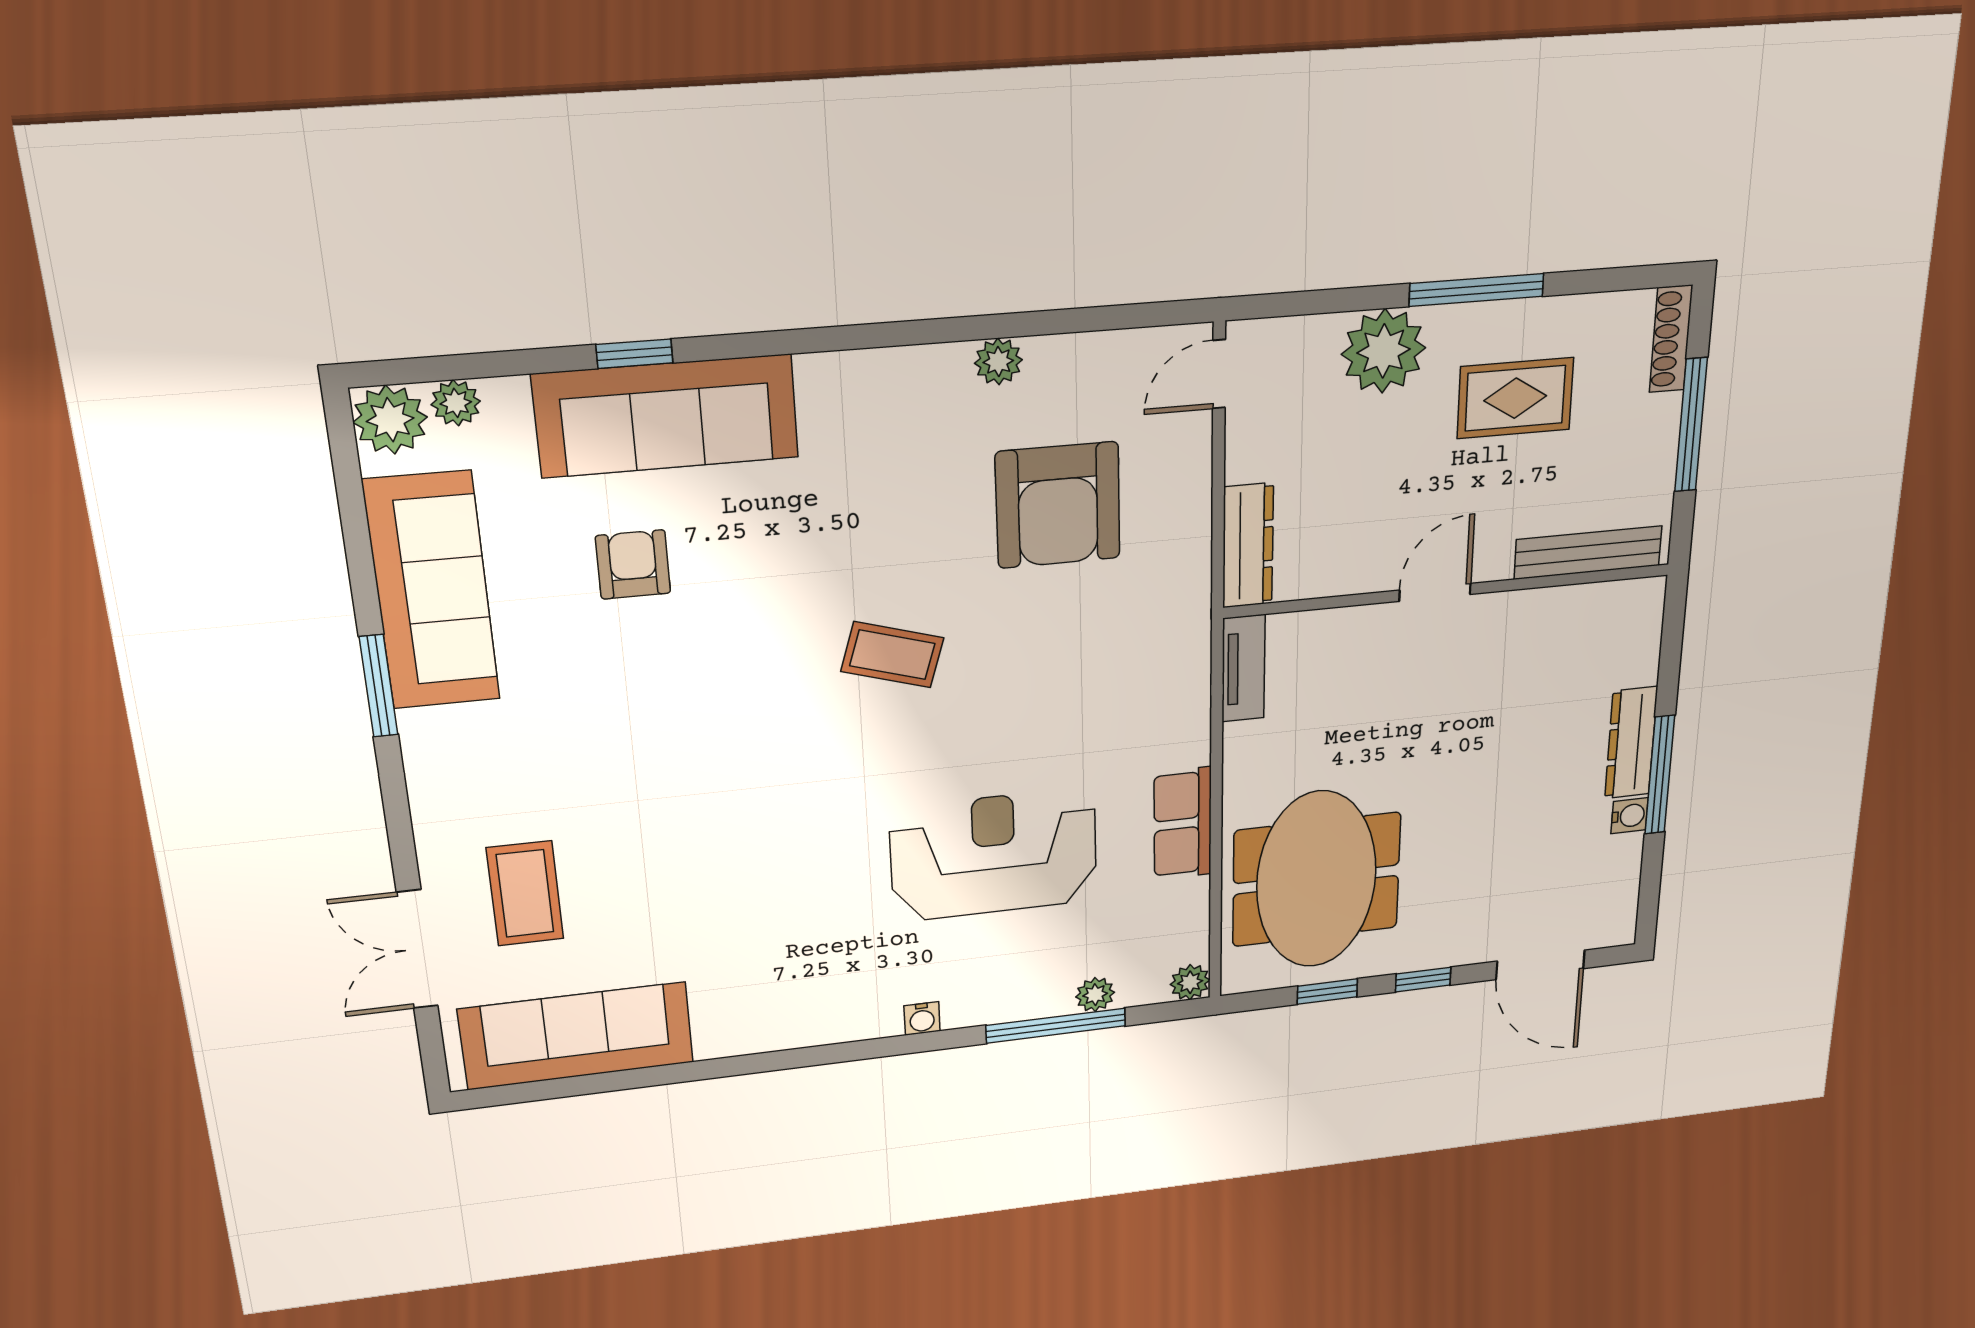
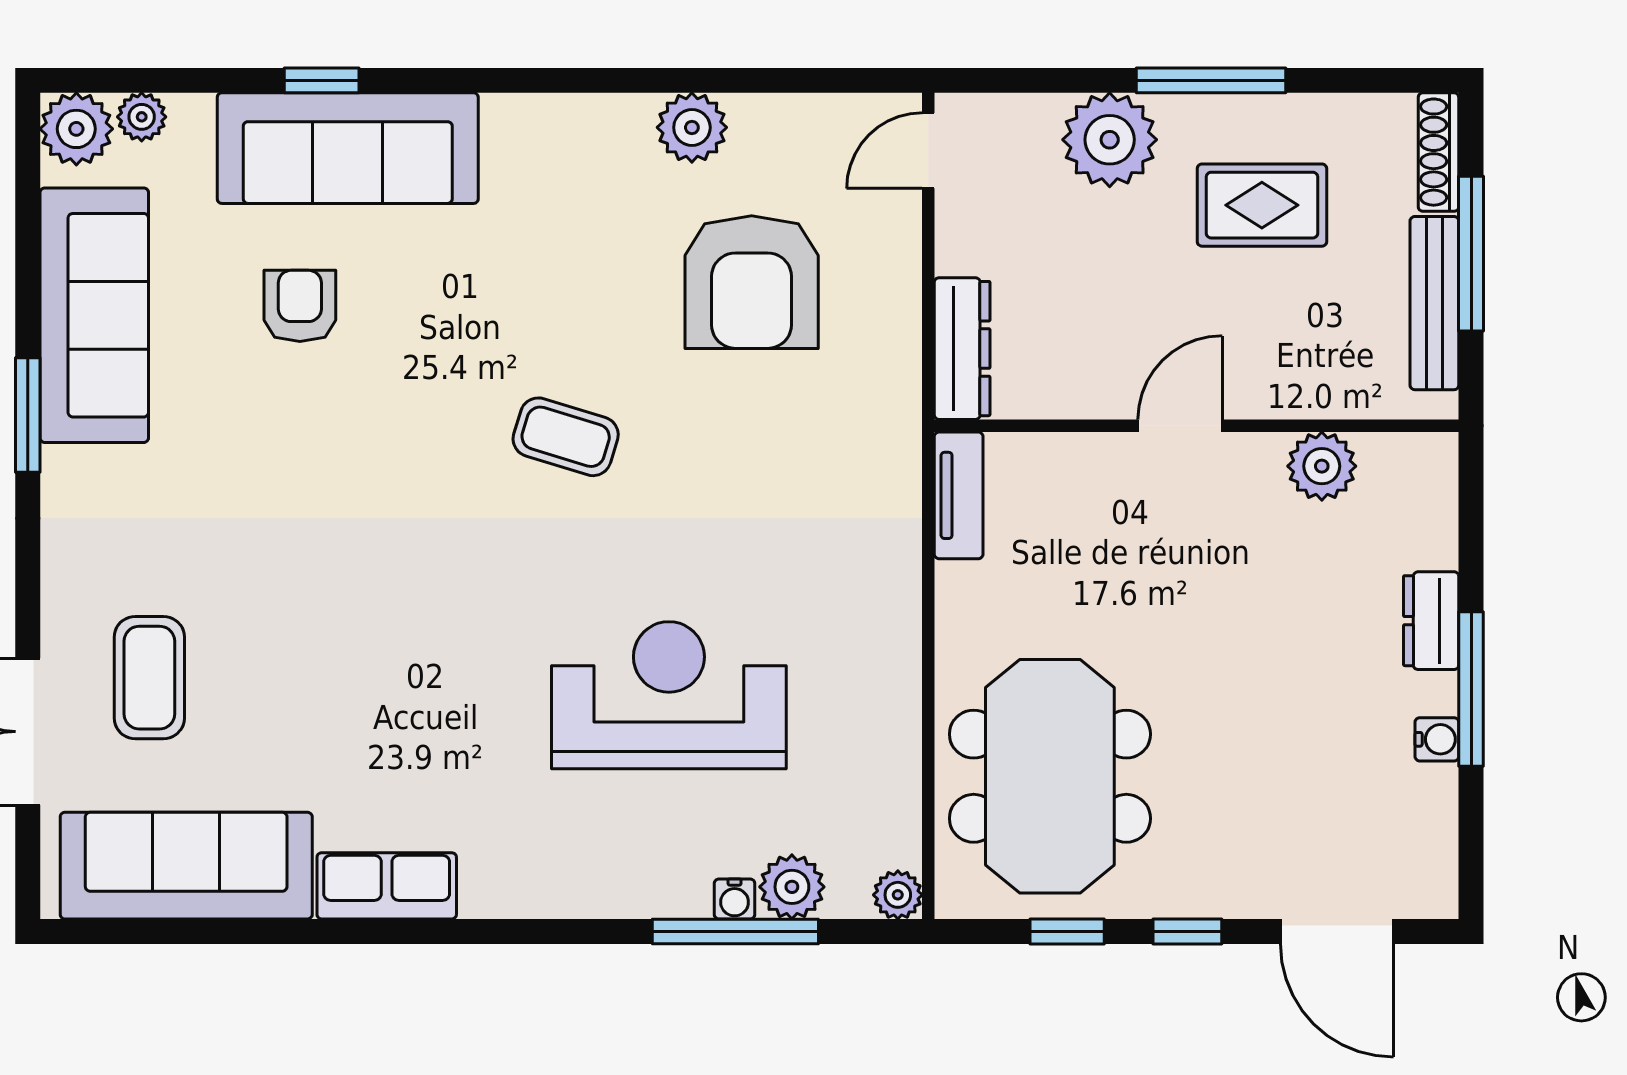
plant: (998, 362) -> (692, 127), width x1.38, depth x1.38
bench: (1588, 553) -> (1434, 303), moved, turned 90
plant: (1552, 614) -> (1322, 466), added
dresser: (1631, 743) -> (1431, 621), width x0.70
row of seats: (1183, 824) -> (387, 886), moved, turned 90
plant: (1095, 995) -> (792, 887), width x1.38, depth x1.38
water cooler: (922, 1018) -> (735, 899), moved

